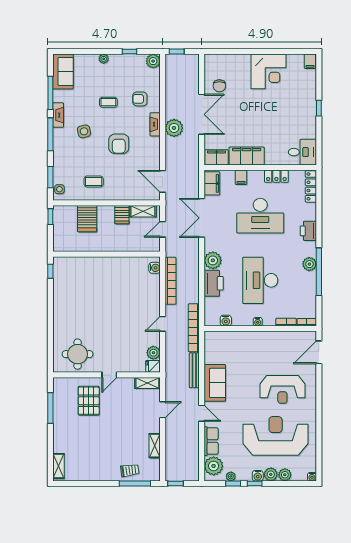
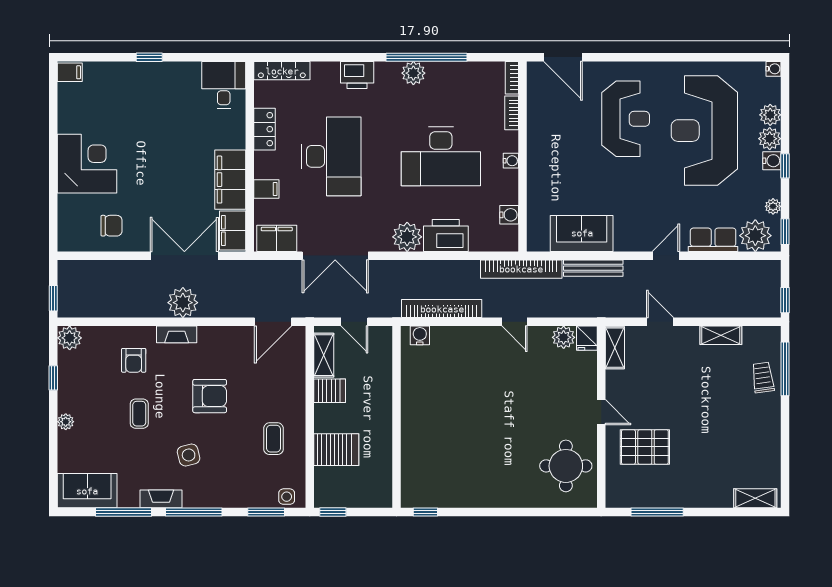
corner desk: (269, 71) -> (87, 164), moved
double door: (202, 114) -> (184, 256), moved
sofa: (215, 383) -> (582, 233), moved
window: (233, 484) -> (785, 232), moved

